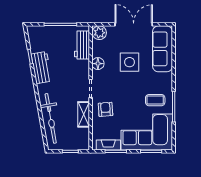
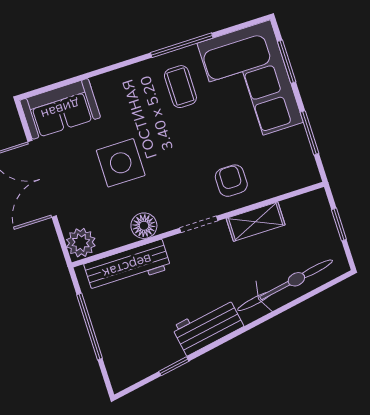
workbench: (82, 45) -> (127, 266), width x1.38
sofa: (163, 49) -> (60, 109), width x0.73
workbench: (41, 68) -> (208, 327), moved
armchair: (106, 109) -> (231, 181), turned 94
fireplace: (108, 145) -> (302, 152), removed

